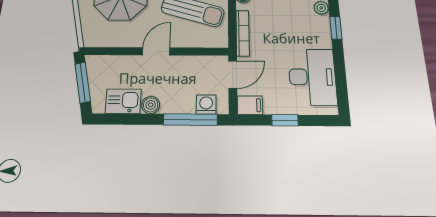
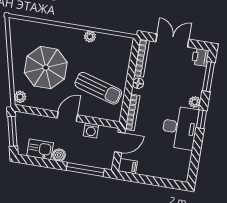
plant: (90, 36) -> (20, 97), added
desk: (312, 77) -> (180, 128), moved
washing machine: (206, 104) -> (91, 130), moved, turned 180
window: (285, 120) -> (150, 180), removed

